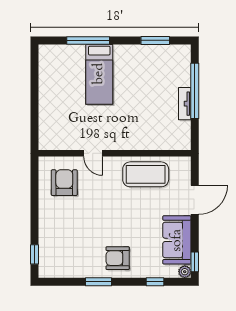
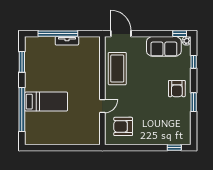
window: (88, 40) -> (22, 109), width x1.46
door: (195, 200) -> (121, 34), moved

